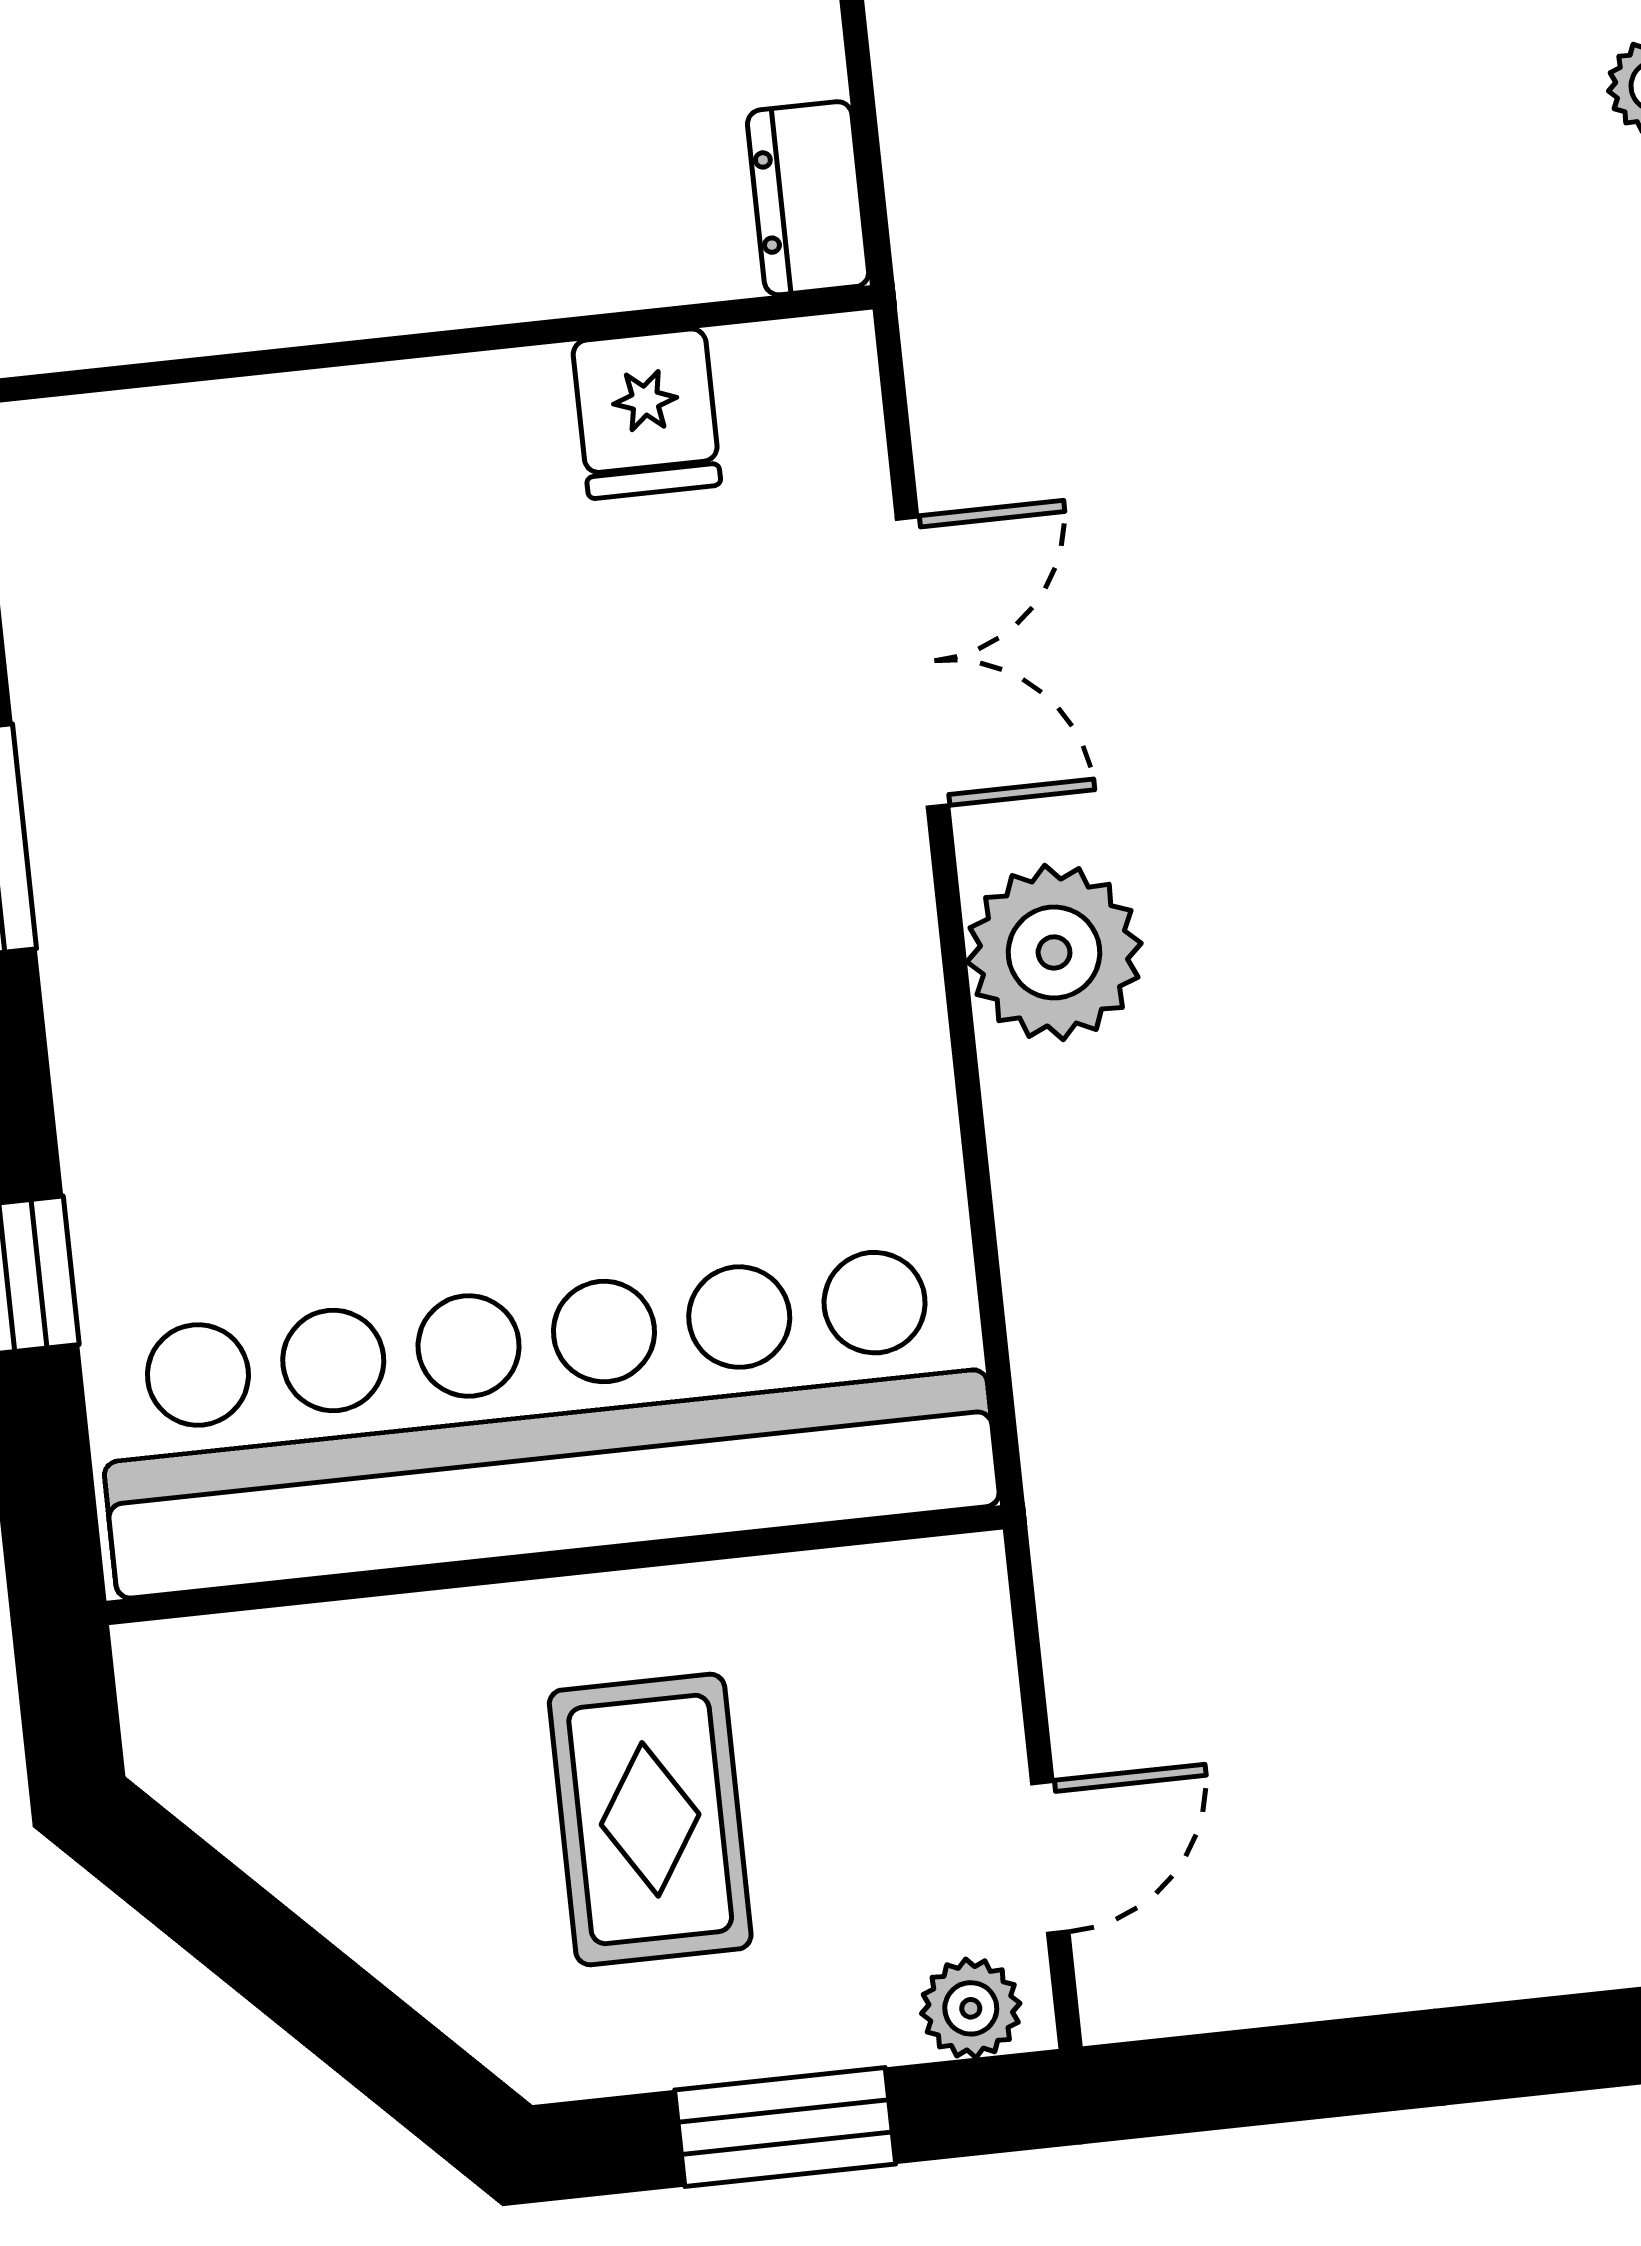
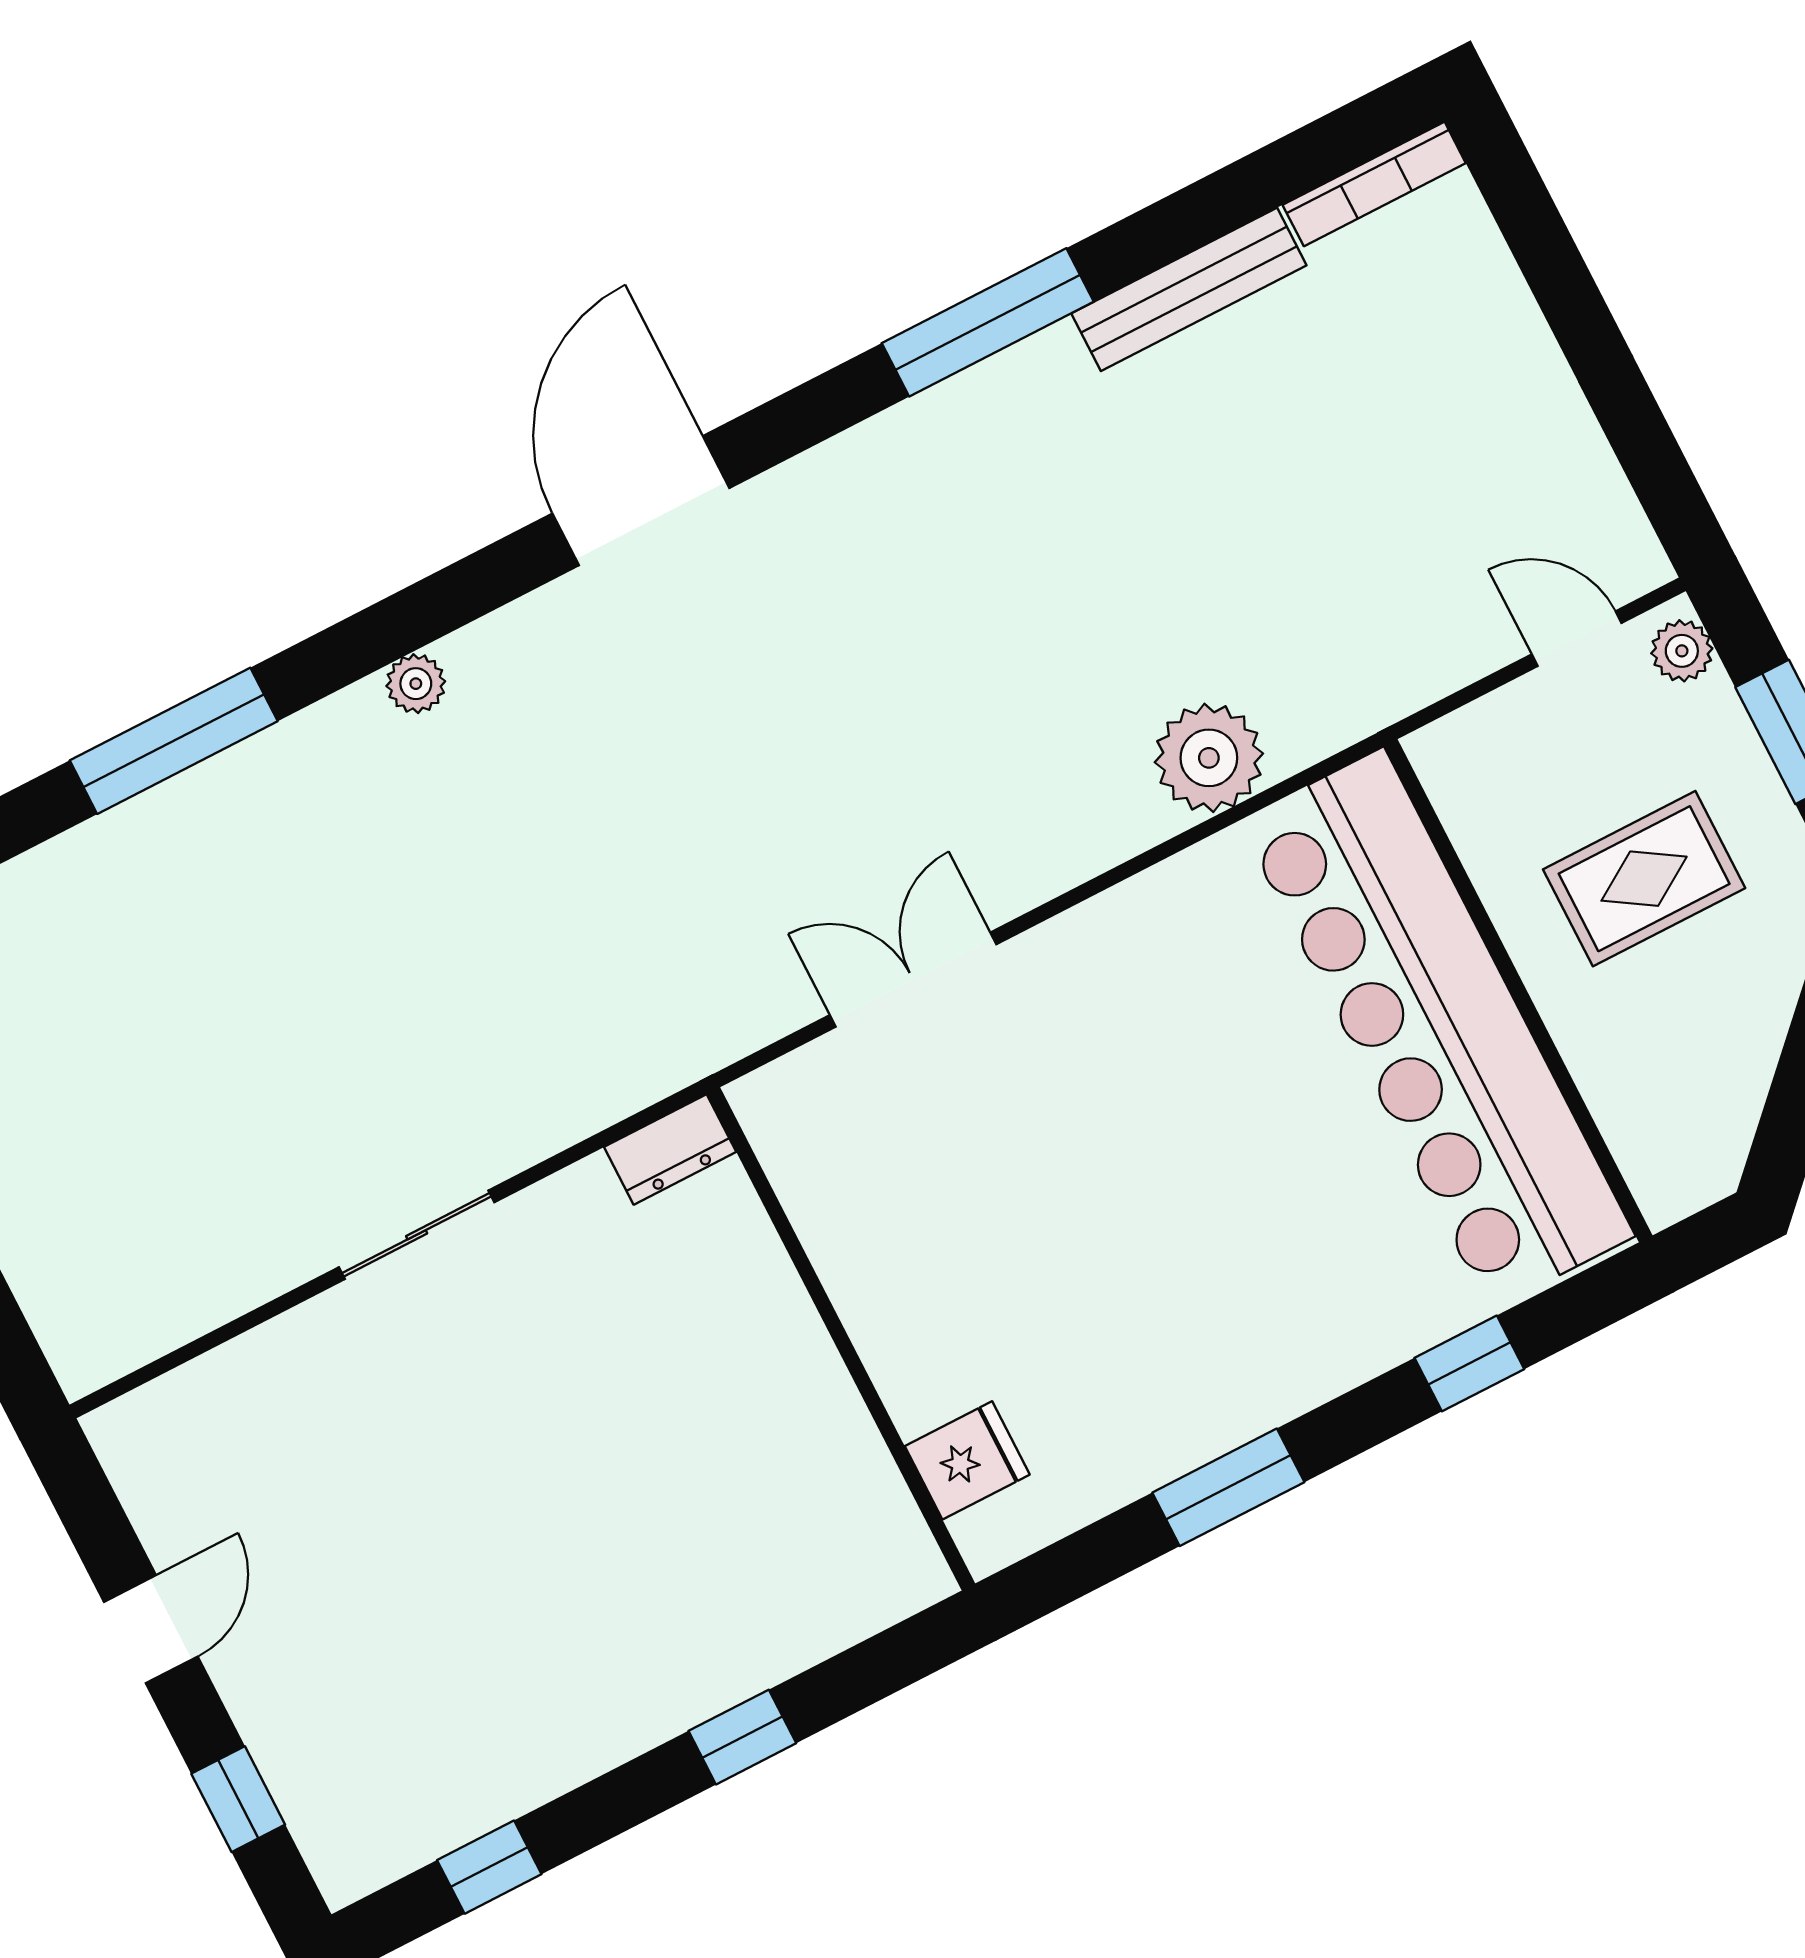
fridge: (647, 413) -> (967, 1460), moved
plant: (1054, 952) -> (1209, 758), moved

